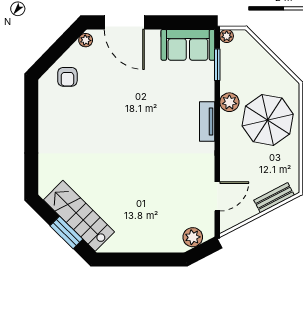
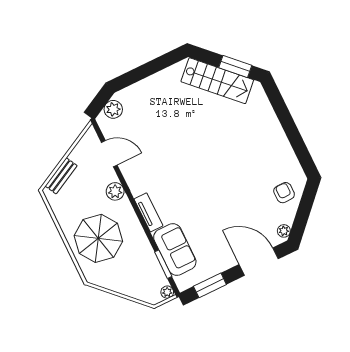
window: (182, 22) -> (210, 285), added
sofa: (188, 45) -> (175, 250), moved, turned 90
plant: (229, 102) -> (115, 191), moved
door: (217, 196) -> (109, 154), swing flipped
window: (66, 233) -> (235, 66), moved

